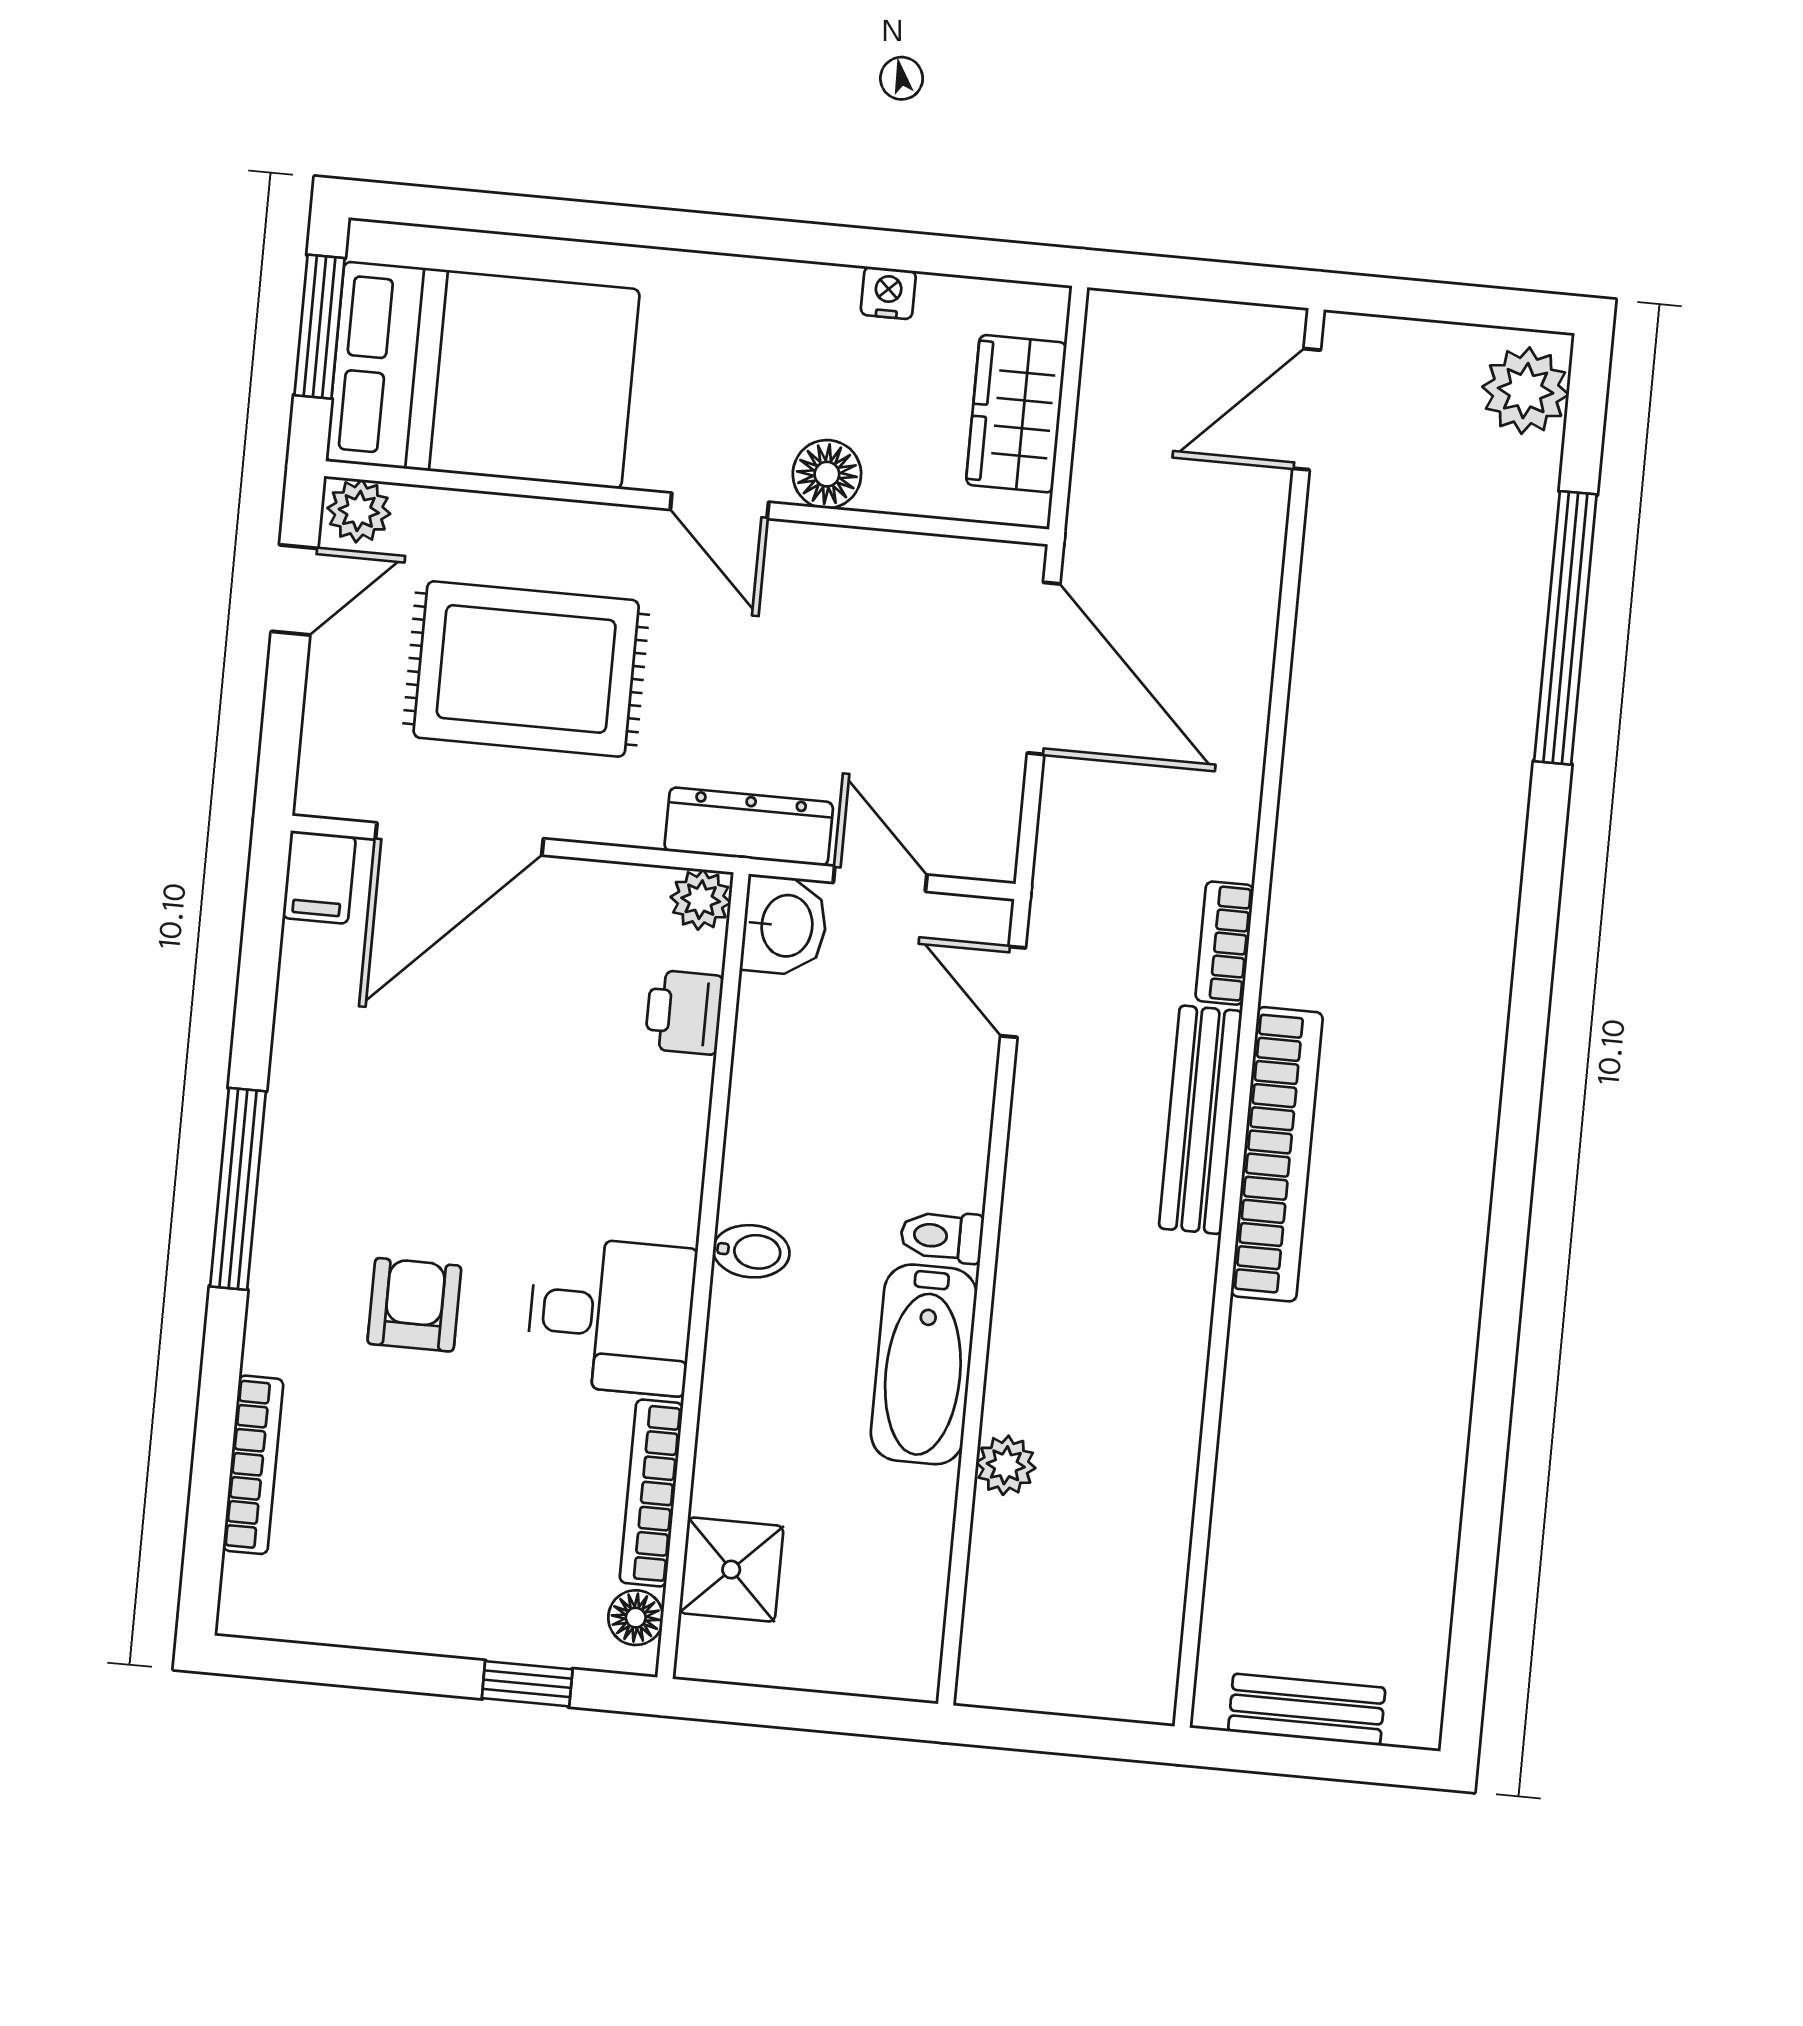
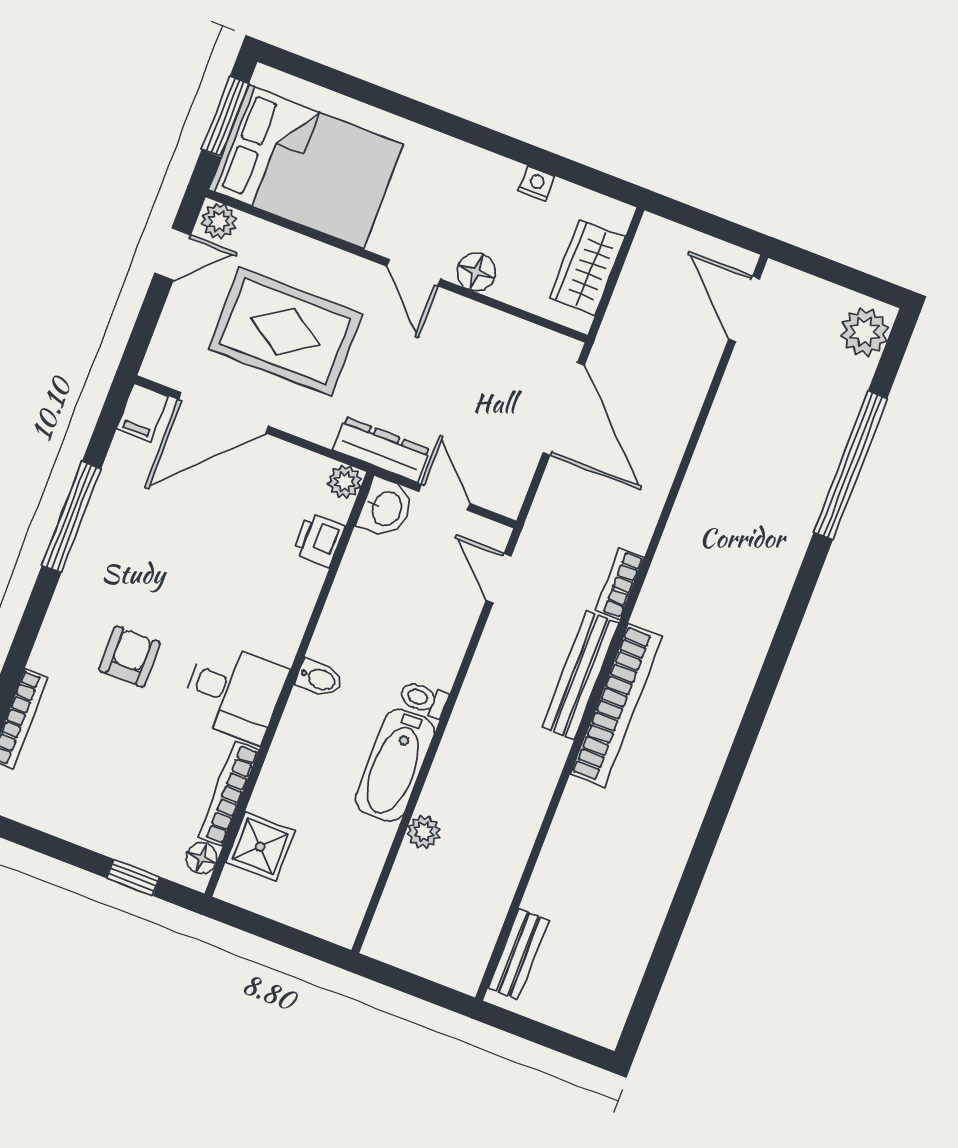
door: (1307, 409) -> (744, 309), hinge flipped
window: (238, 1189) -> (72, 517), moved
bench: (1307, 1710) -> (518, 954), moved, turned 90

